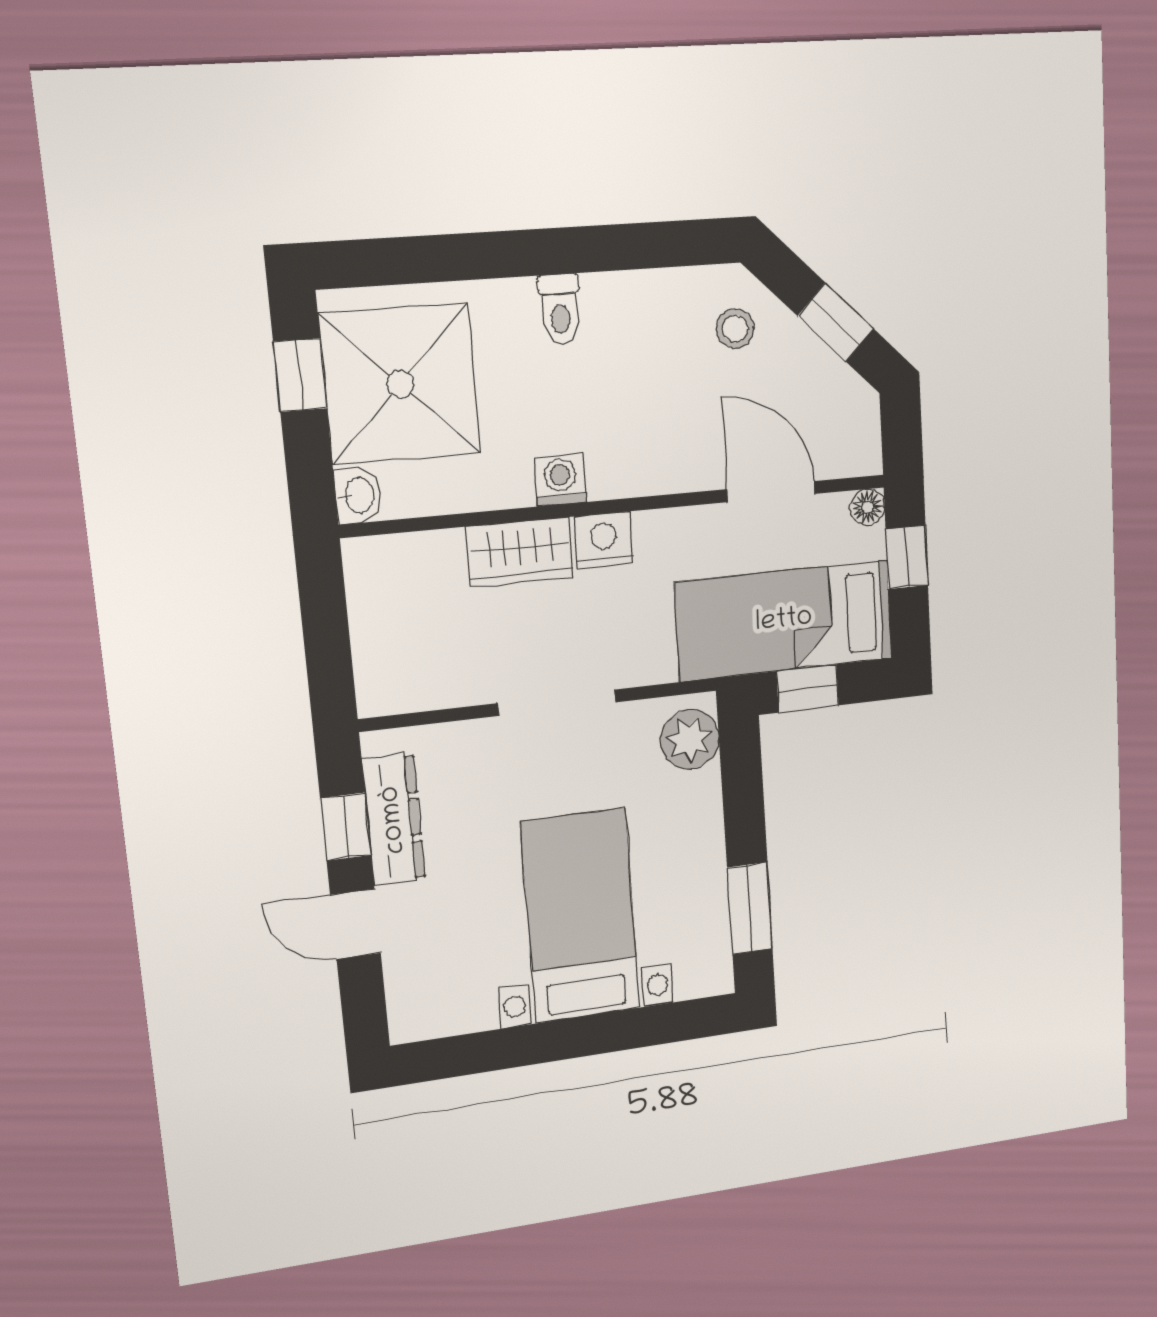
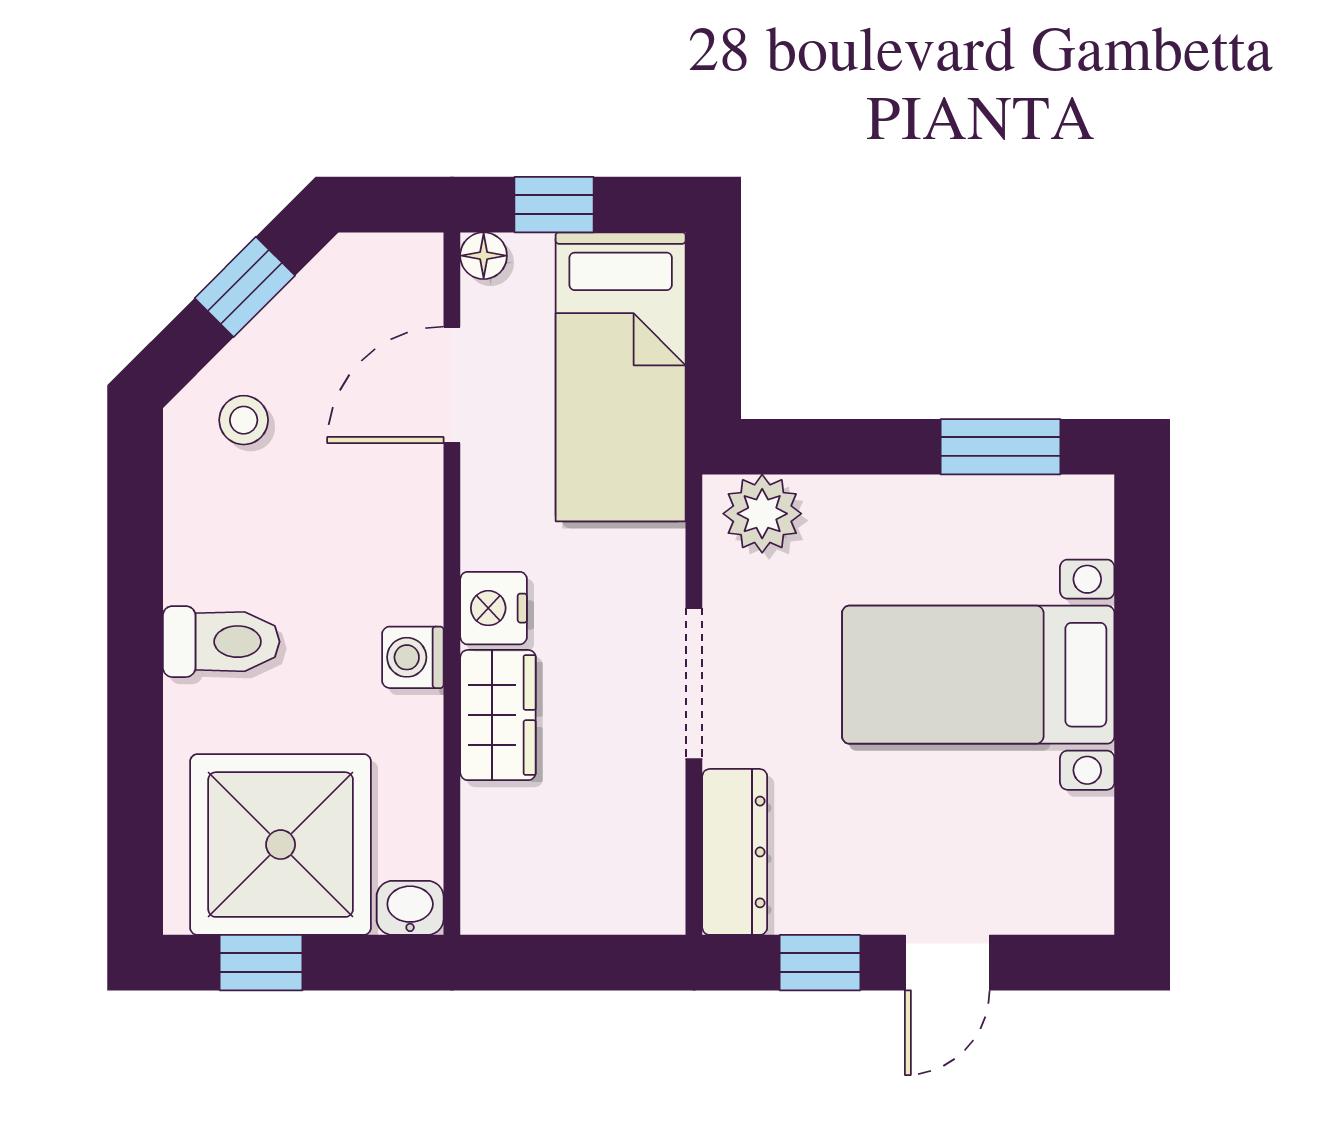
toilet: (560, 309) -> (221, 642), width x1.37, depth x1.39
window: (808, 688) -> (713, 350), removed
dresser: (394, 820) -> (735, 852), moved, turned 90

